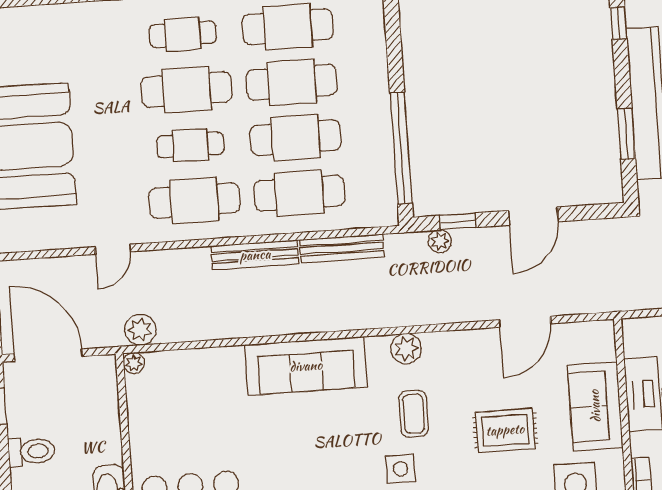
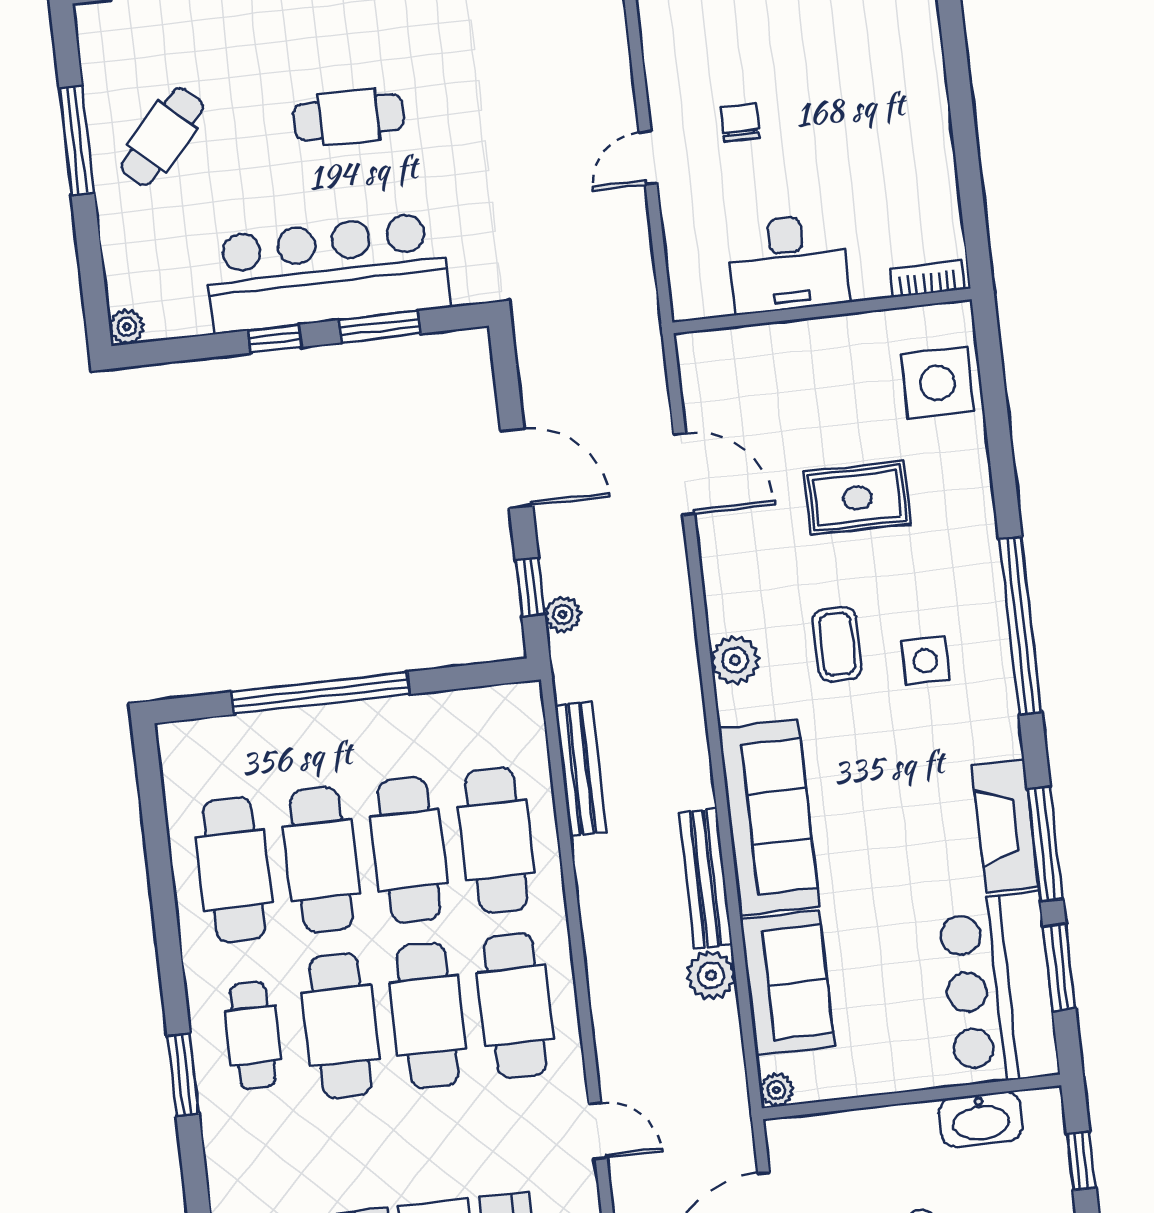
window: (619, 23) -> (275, 339), moved
cafe table: (190, 145) -> (428, 1016), width x1.37, depth x1.35
window: (401, 148) -> (321, 693), moved
bench: (255, 255) -> (705, 879), moved
plant: (140, 330) -> (711, 975), moved
sofa: (595, 406) -> (787, 983), moved, turned -90
coffee table: (414, 414) -> (837, 644), turned 90
rug: (505, 430) -> (857, 498), turned 90

